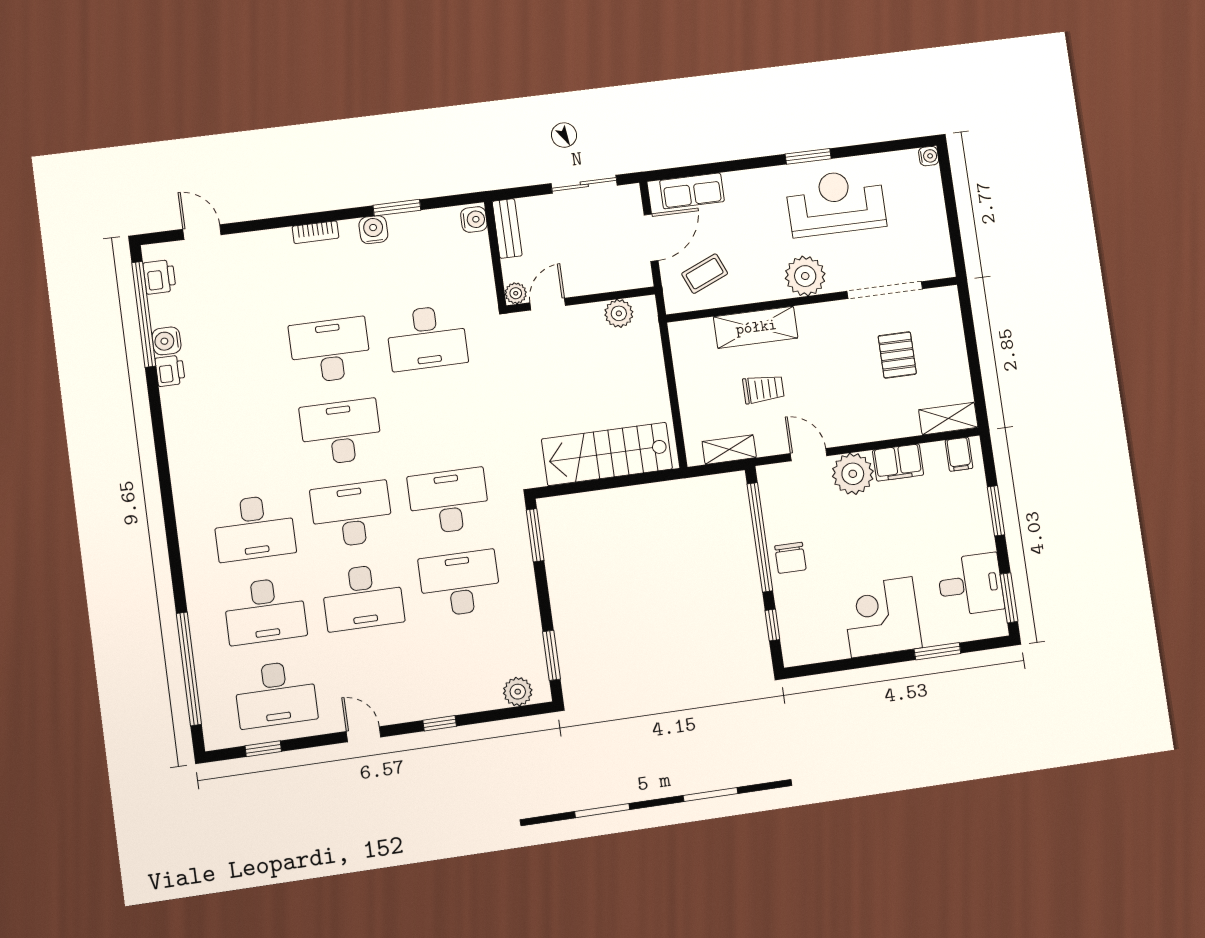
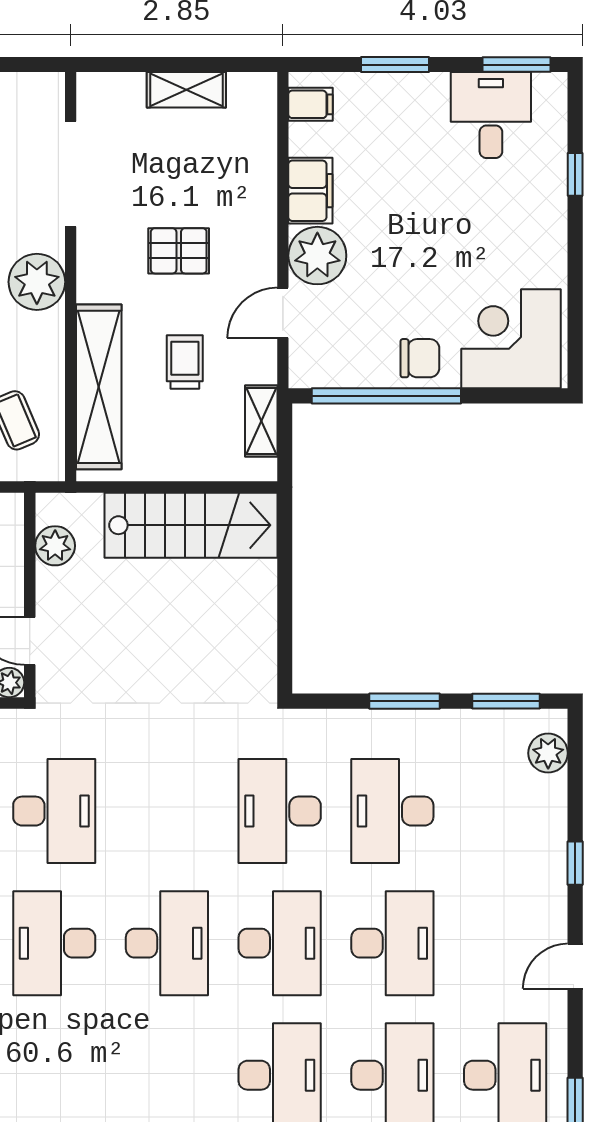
shelving: (756, 327) -> (99, 387), width x1.47
pallet: (897, 355) -> (179, 251), moved
shelving: (948, 419) -> (186, 90), moved, turned 90
desk: (341, 432) -> (167, 943), turned 180
stairs: (607, 454) -> (191, 525), moved, turned -90
desk: (352, 514) -> (280, 943), turned 180
window: (535, 535) -> (404, 701), moved
corner desk: (882, 617) -> (511, 339), moved, turned 90
window: (772, 625) -> (507, 396), removed
window: (937, 651) -> (575, 174), width x0.67

